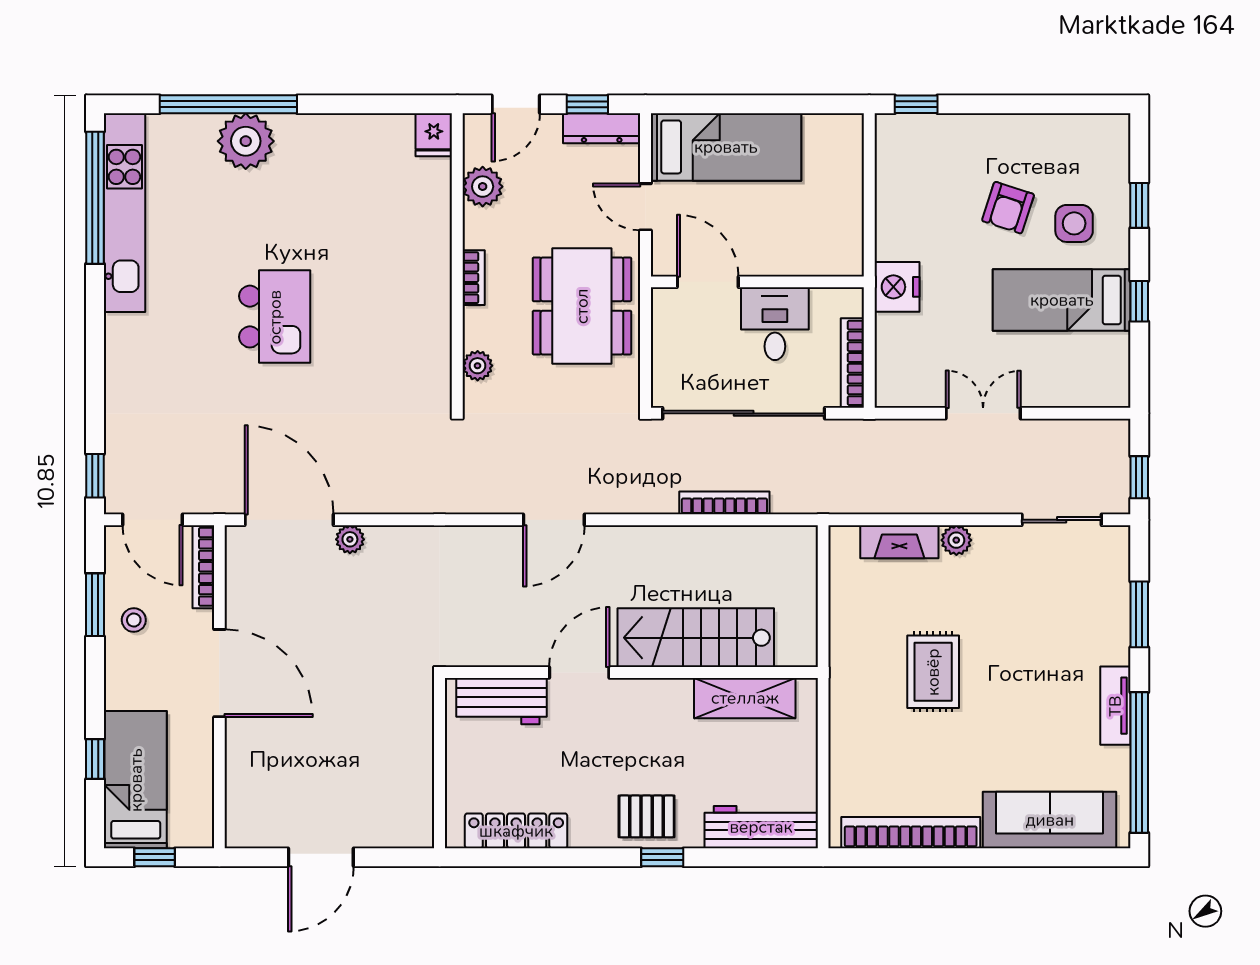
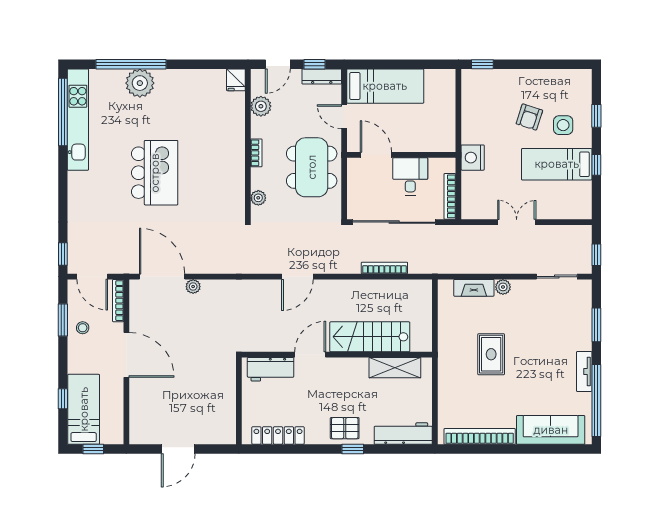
kitchen island: (275, 317) -> (155, 173), width x1.37, depth x1.28

